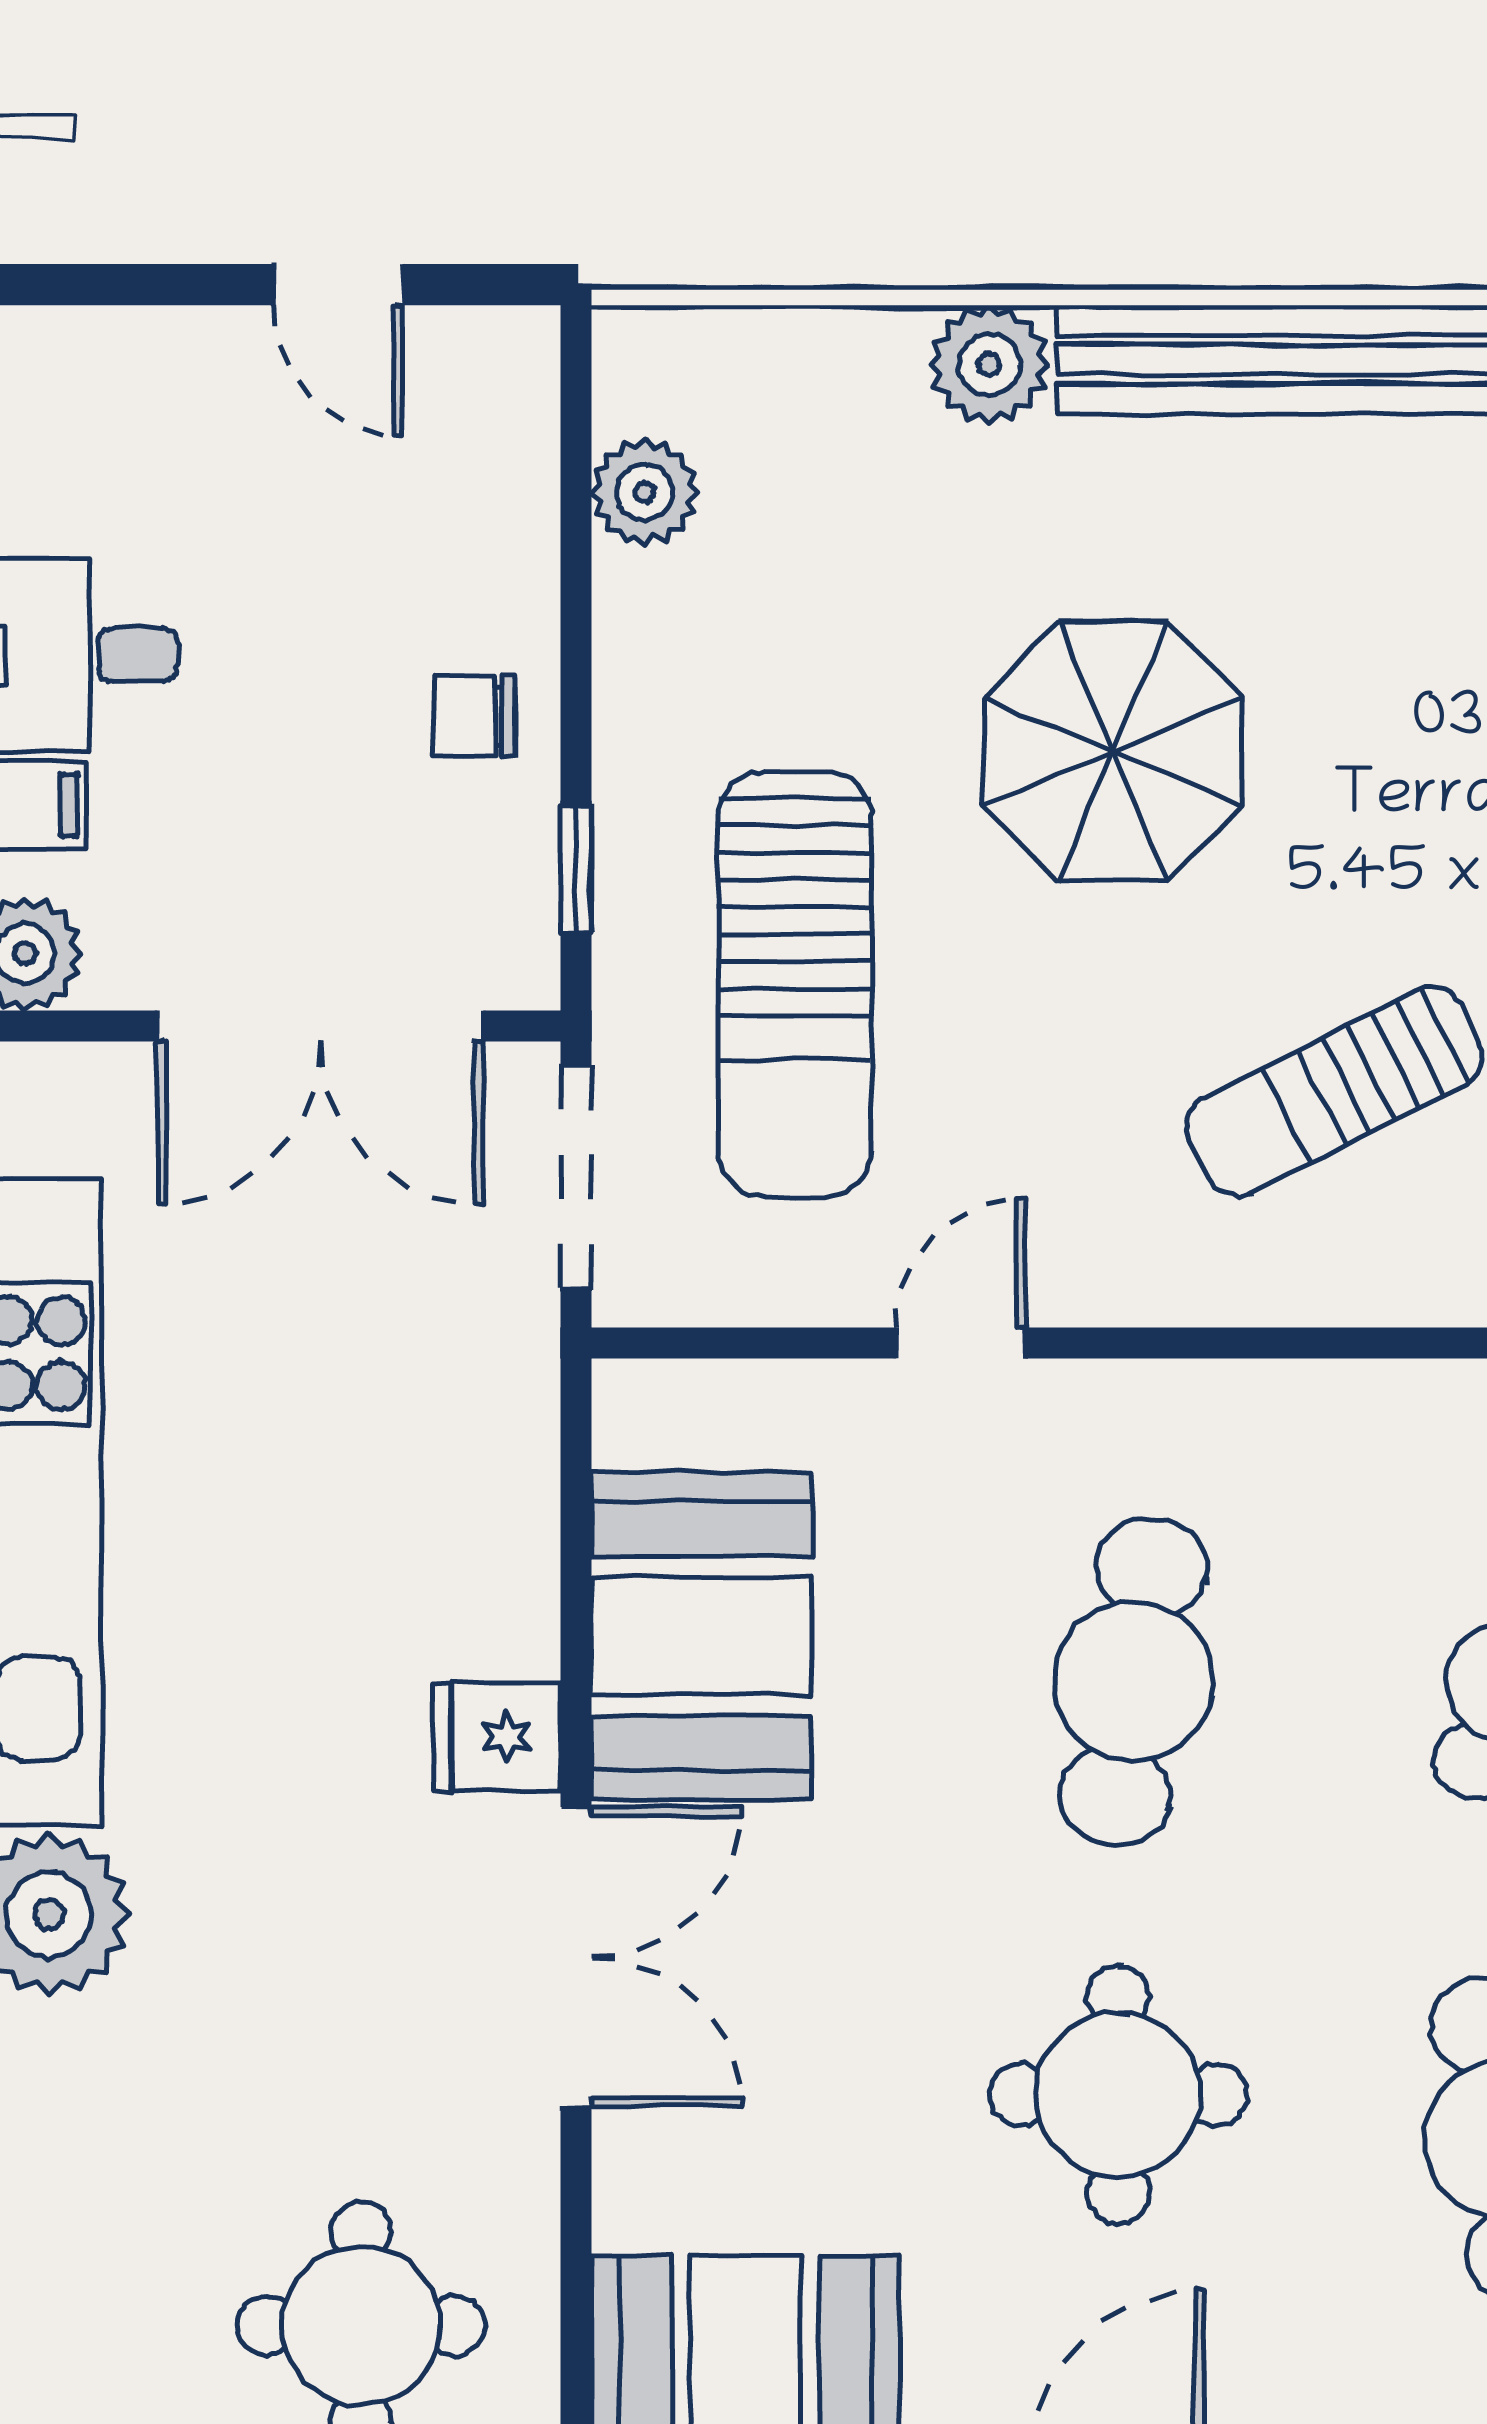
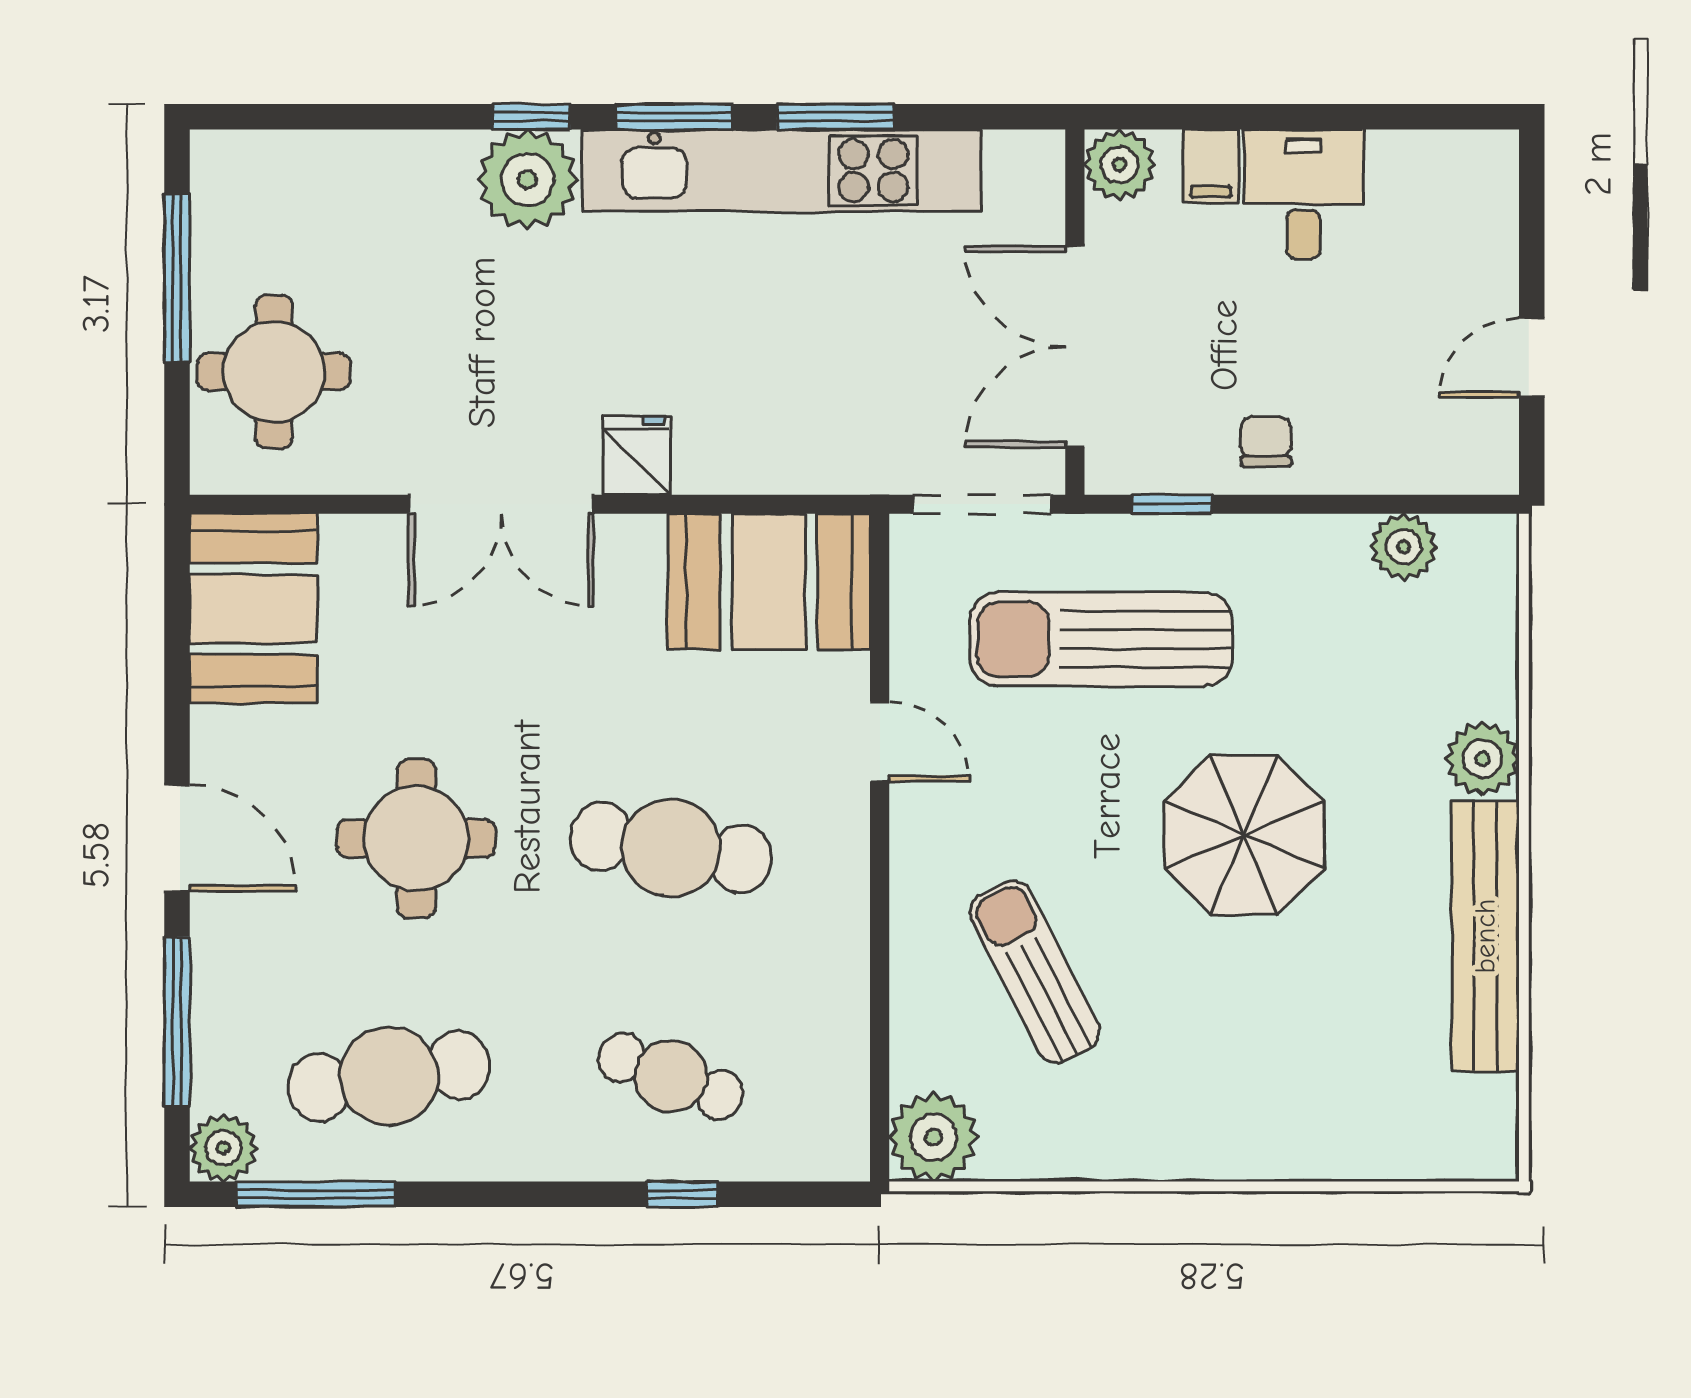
booth: (702, 1636) -> (769, 582), moved

